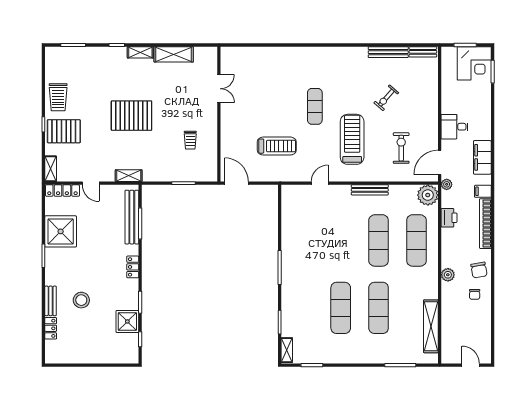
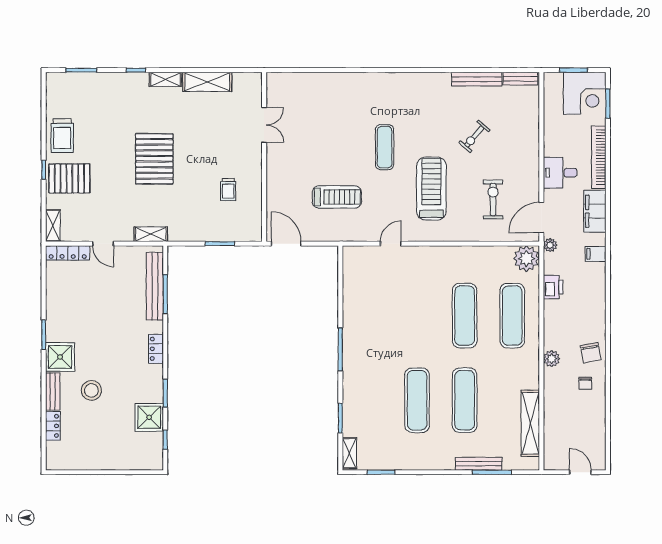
pallet: (131, 116) -> (154, 159), turned 90
bench: (370, 190) -> (479, 464), moved
bookcase: (485, 224) -> (599, 157), moved
shower: (61, 231) -> (60, 357), moved, width x0.73, depth x0.73

